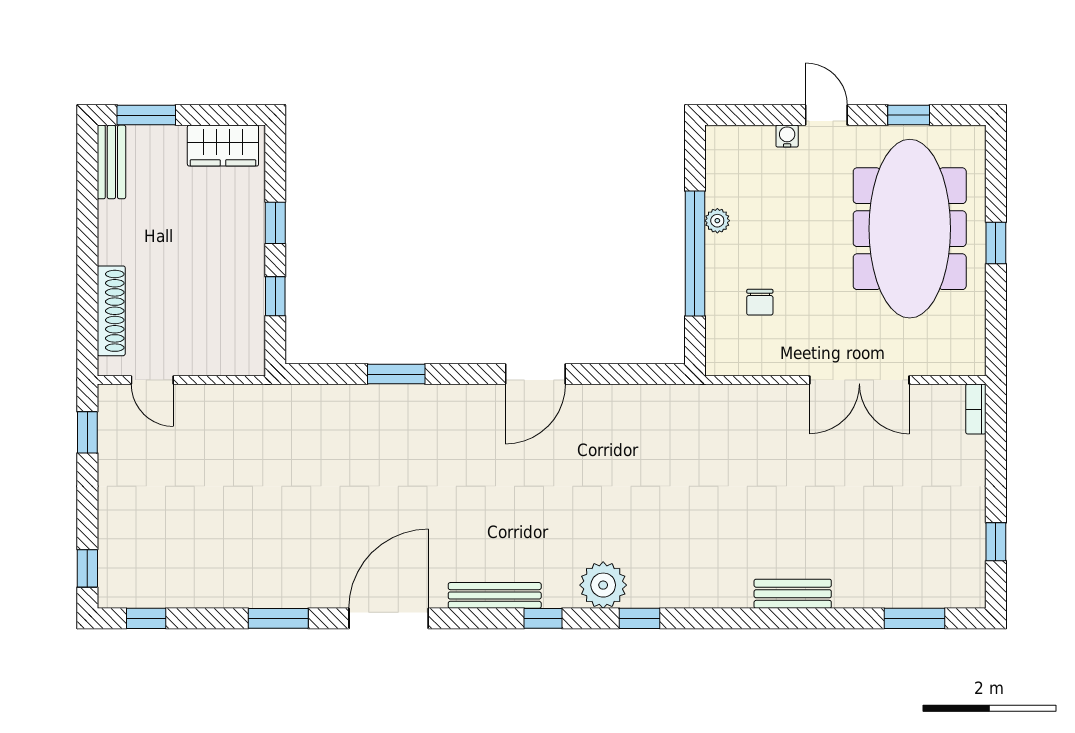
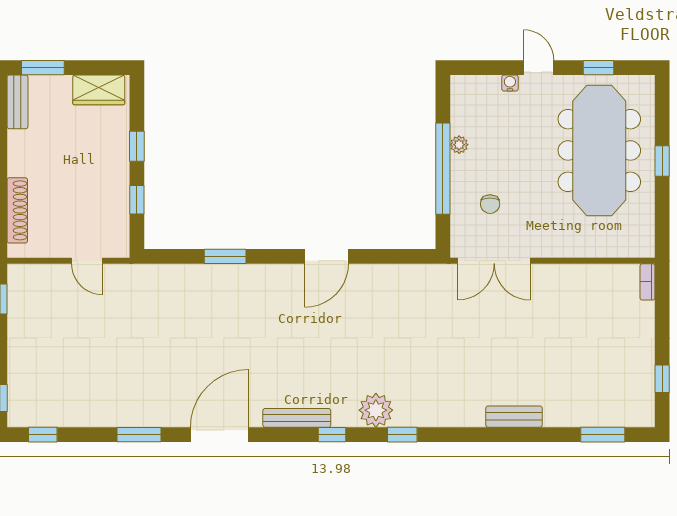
door: (152, 380) -> (87, 261), moved
double door: (859, 380) -> (494, 261), moved

